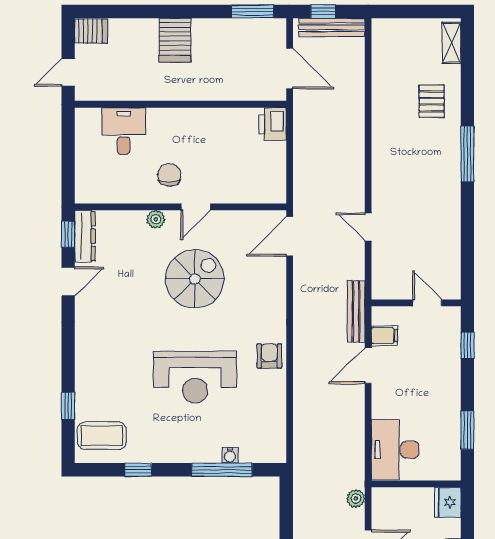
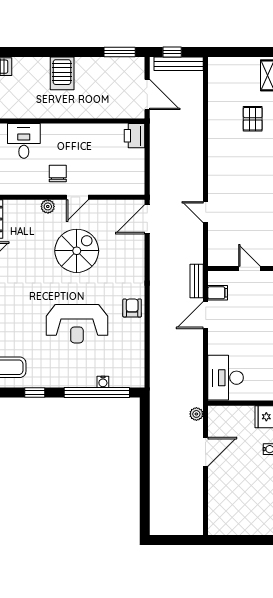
bench: (356, 311) -> (197, 281), width x0.73
window: (222, 470) -> (97, 393), width x1.46

